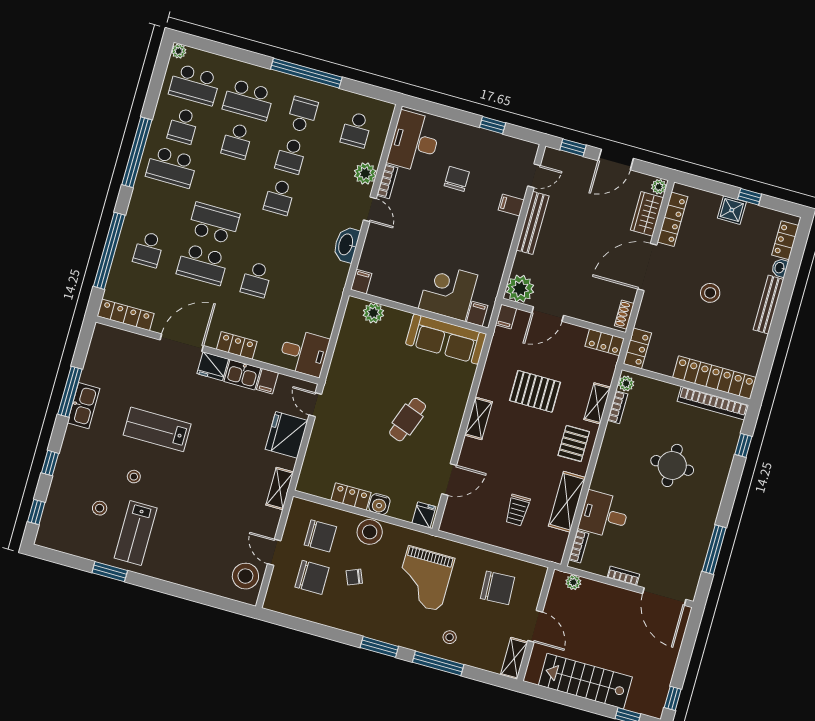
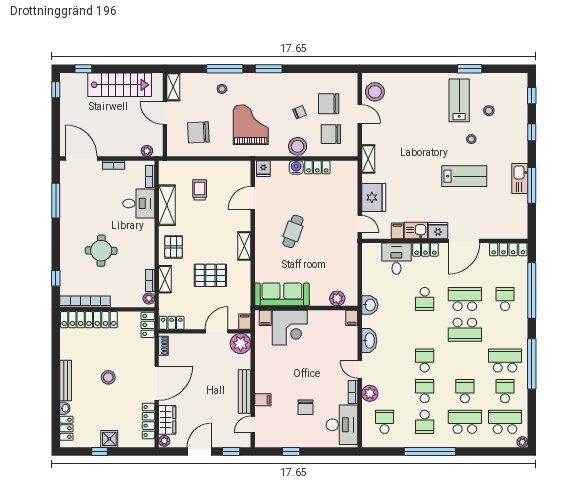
school desk: (256, 279) -> (425, 299), turned 180
washbasin: (332, 292) -> (370, 305), added
desk: (304, 353) -> (396, 259), moved, turned 90

